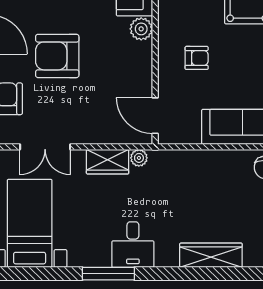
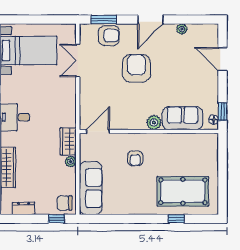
plant: (139, 158) -> (71, 162), moved
wardrobe: (108, 162) -> (68, 141), moved

